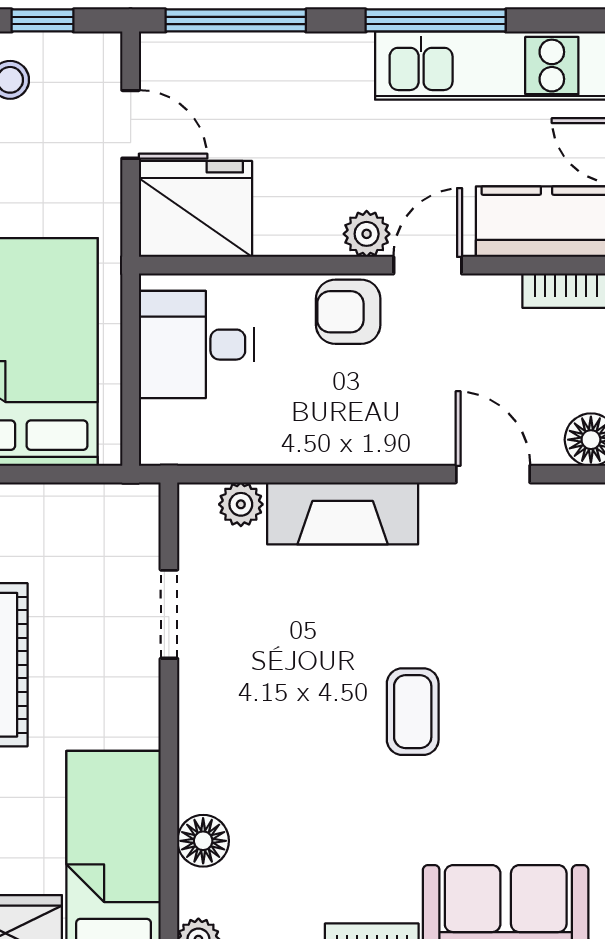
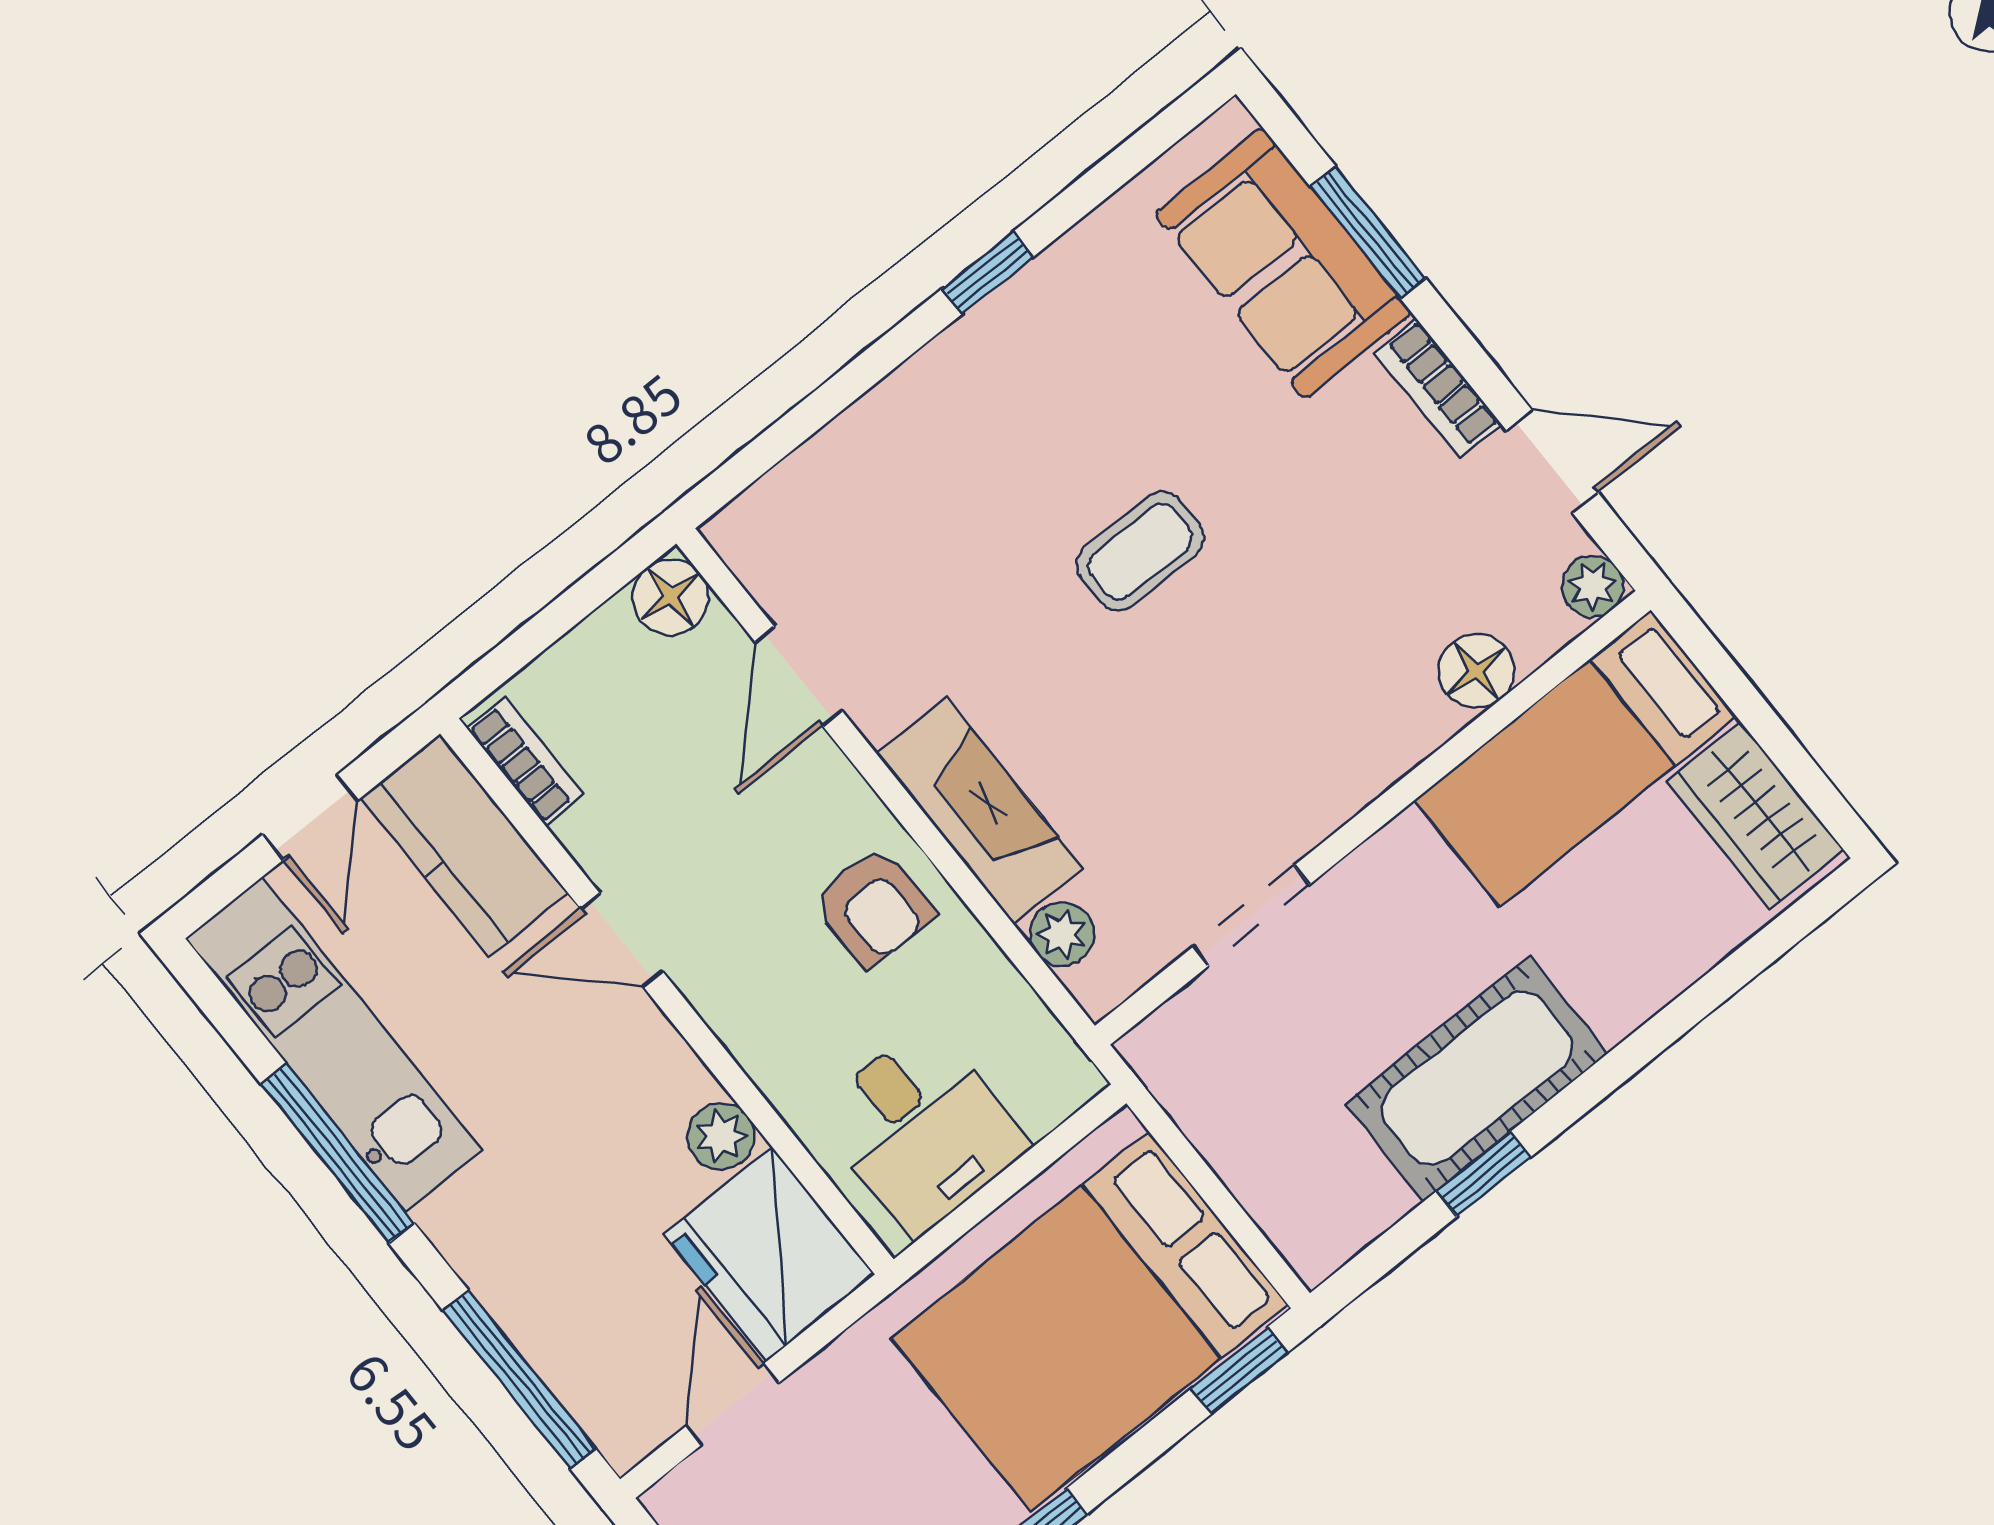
plant: (367, 234) -> (721, 1136), moved
armchair: (348, 312) -> (874, 907), moved

